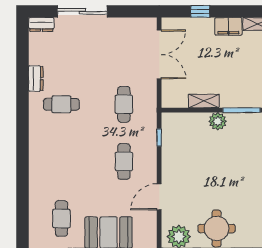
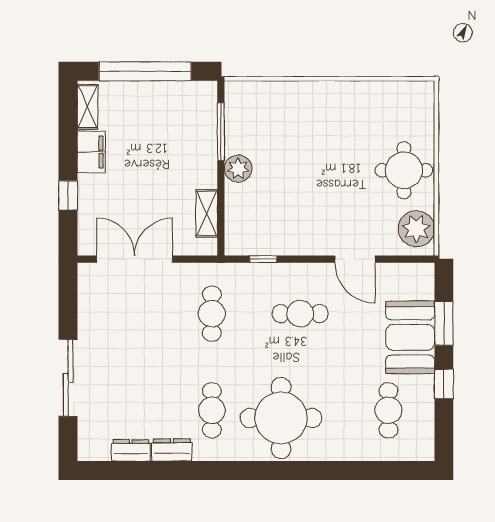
dresser: (41, 24) -> (131, 450), moved, turned -90
shelving: (204, 101) -> (207, 213), moved
cafe table: (124, 104) -> (212, 314), turned 90
round table: (56, 149) -> (281, 418), added
cafe table: (61, 218) -> (388, 410), turned 90

